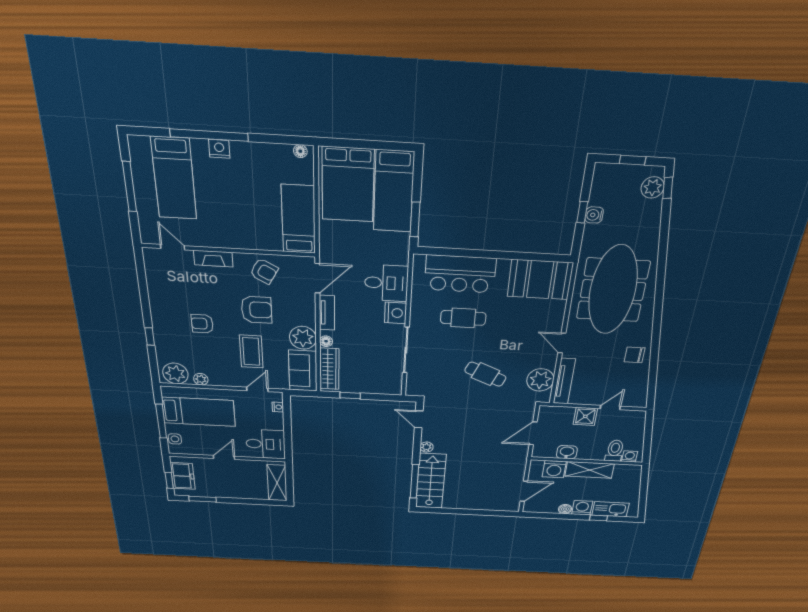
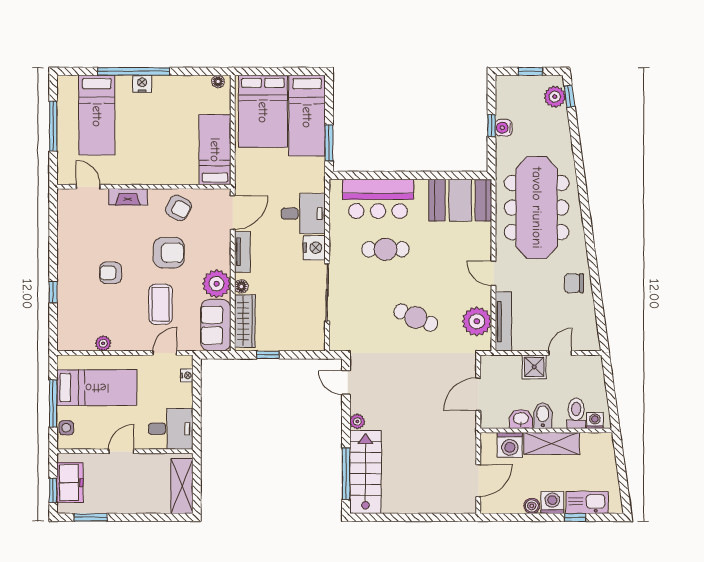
plant: (175, 373) -> (76, 338), removed
bidet: (586, 451) -> (543, 416), added

